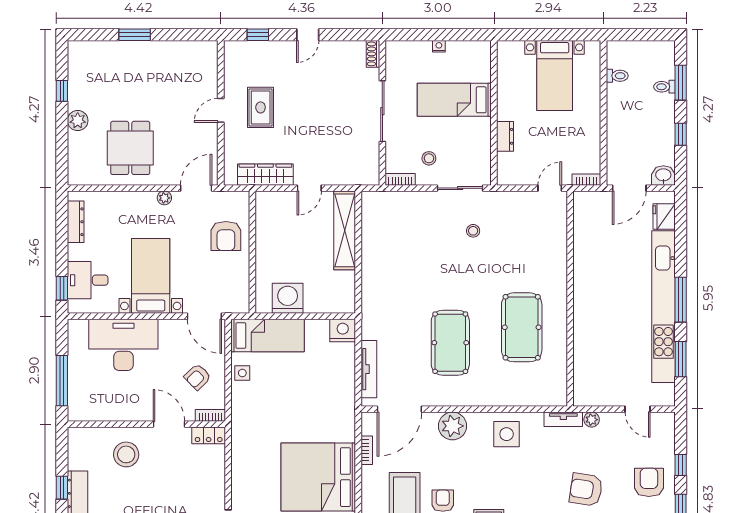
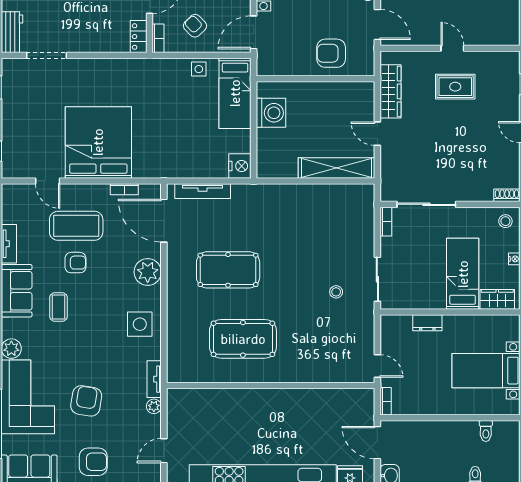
wardrobe: (481, 64) -> (497, 299), added
sliding door: (382, 111) -> (426, 204), moved
stool: (429, 158) -> (505, 221), moved

